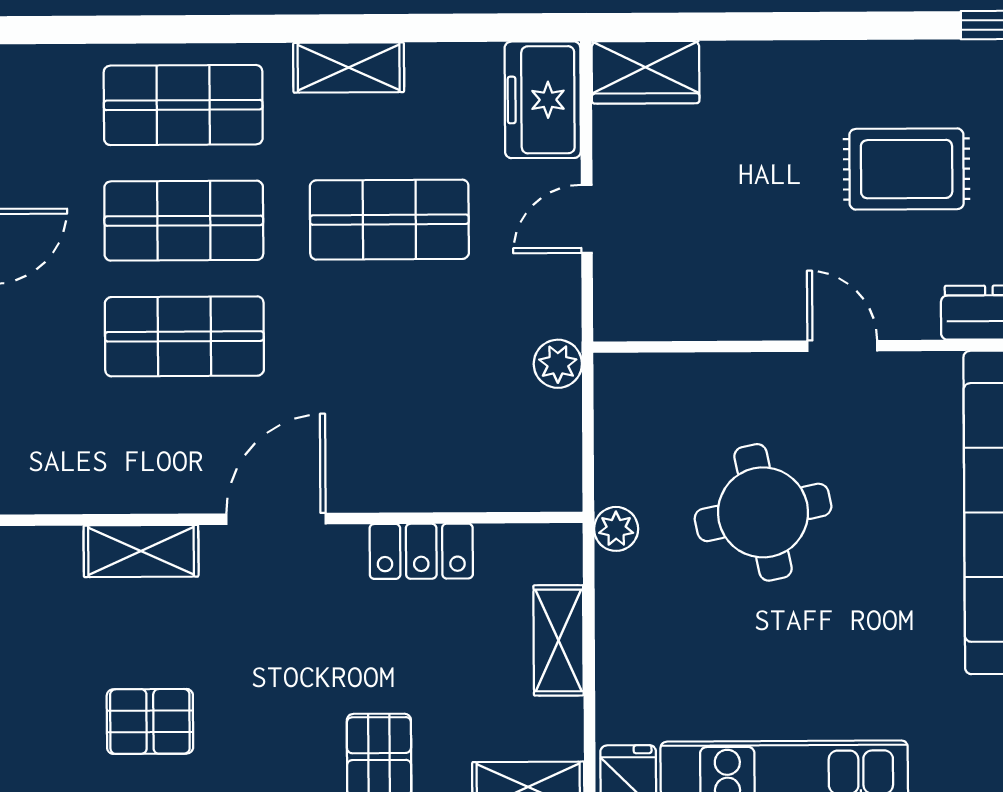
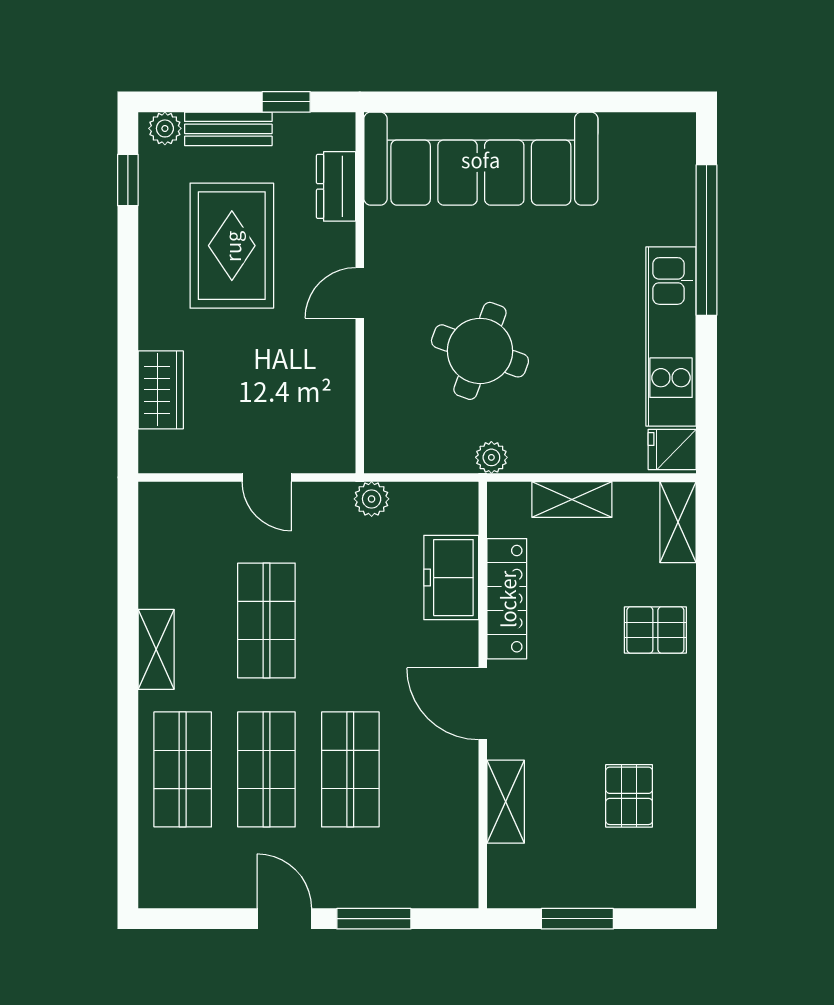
wardrobe: (646, 72) -> (161, 390), moved
freezer: (543, 100) -> (451, 578), moved, turned 90
rug: (907, 169) -> (232, 246), width x1.36, depth x1.43
round table: (763, 512) -> (480, 351), turned 32
locker: (421, 551) -> (507, 599), width x1.53

